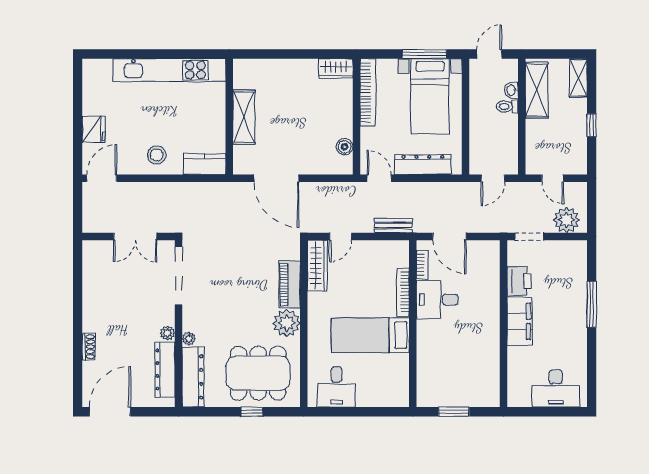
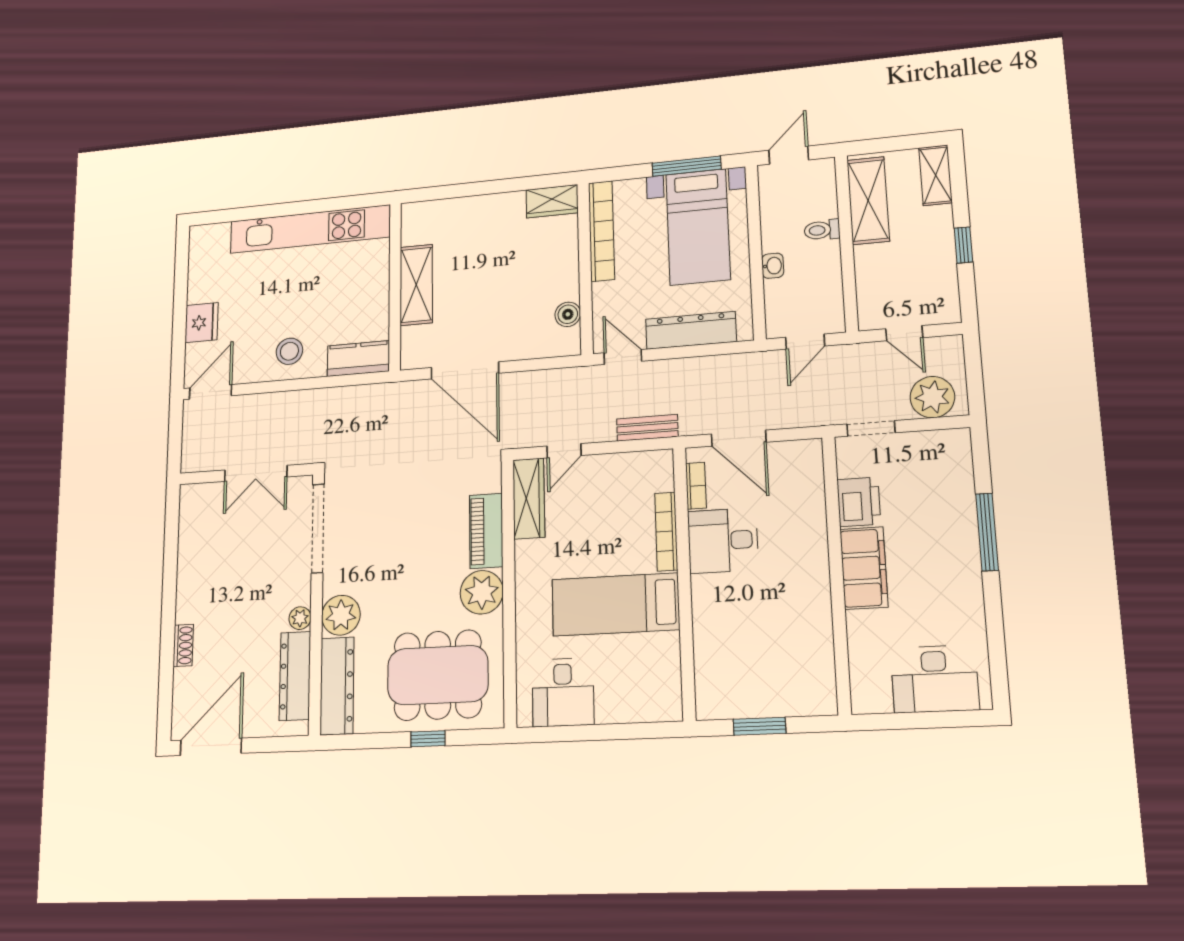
washbasin: (511, 90) -> (773, 266), moved, turned 180
plant: (189, 339) -> (341, 615), width x1.87, depth x1.87

